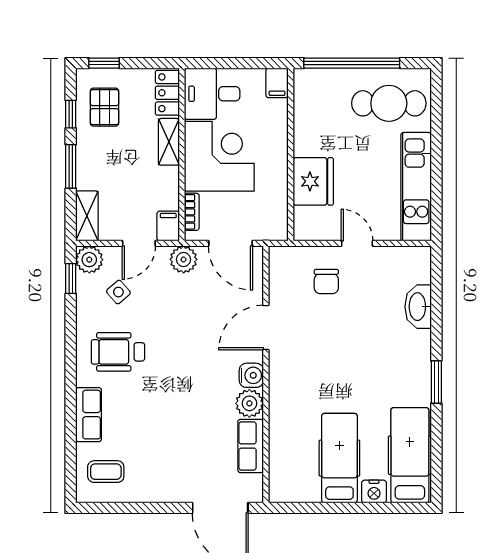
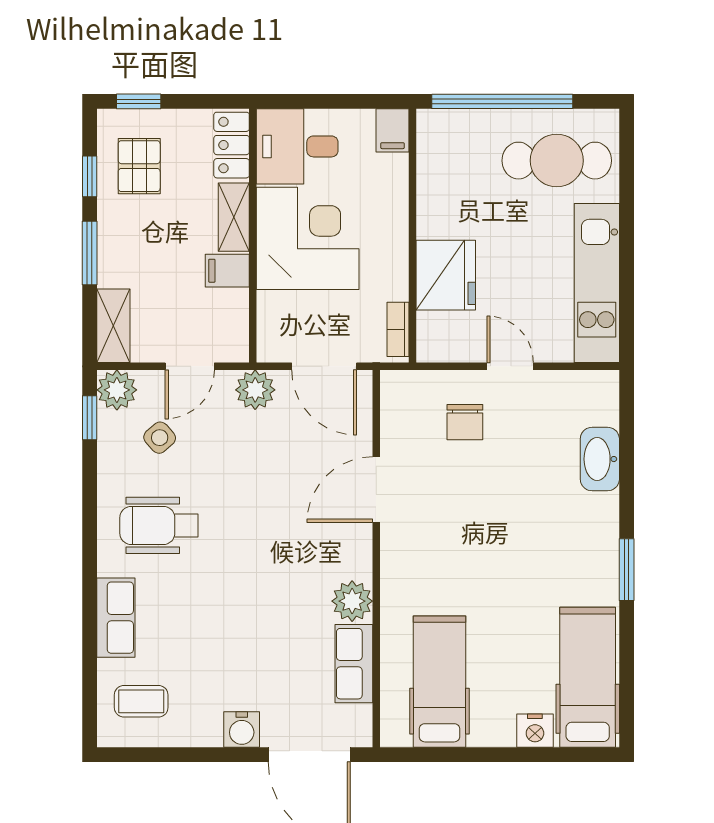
bookcase: (192, 212) -> (398, 329), moved, turned 180
filing cabinet: (168, 226) -> (227, 271), moved, turned -90
water cooler: (251, 375) -> (242, 729), moved, turned 90
hospital bed: (339, 458) -> (439, 682), moved

